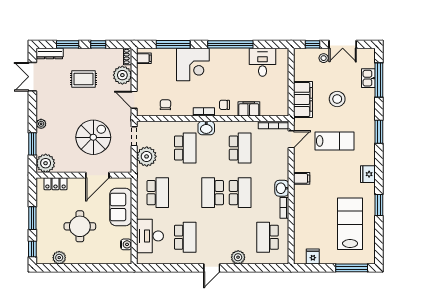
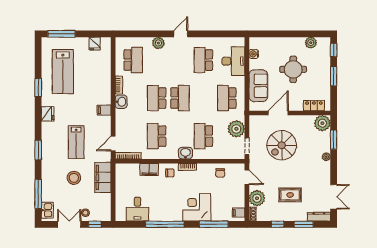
kitchen sink: (368, 78) -> (47, 210), moved
lab bench: (334, 141) -> (76, 142), turned -90

